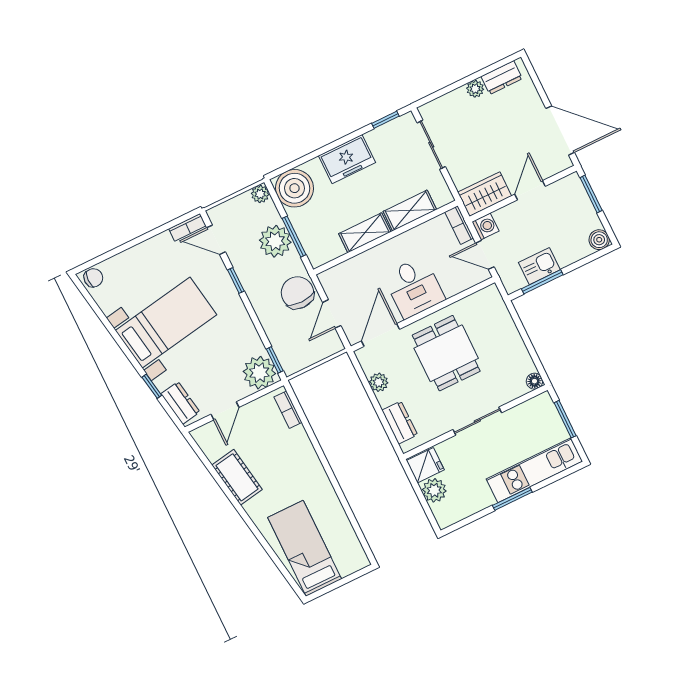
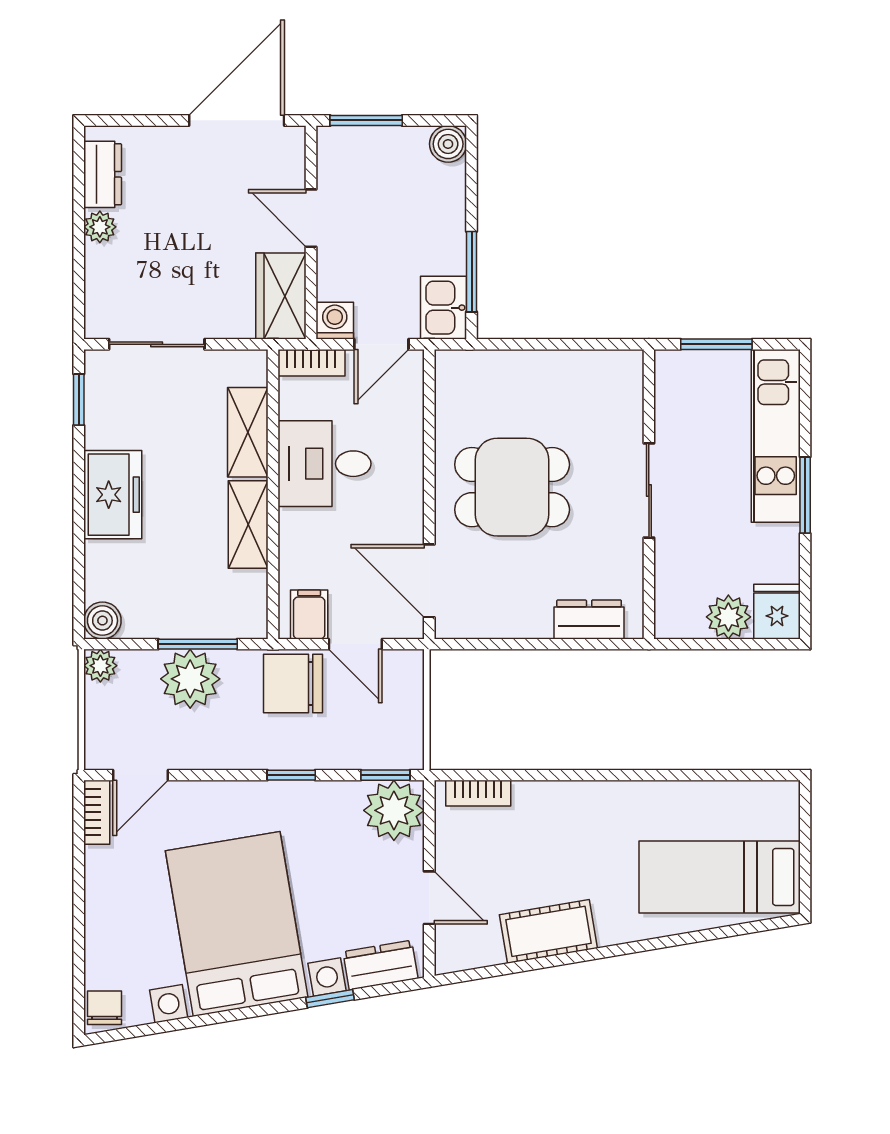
boiler: (294, 188) -> (102, 621), width x0.54, depth x0.54
kitchen sink: (539, 266) -> (444, 308), moved
window: (236, 280) -> (291, 775), moved
filing cabinet: (335, 284) -> (309, 615), added
desk: (414, 287) -> (325, 464), moved, turned 180
bed with nightstands: (166, 323) -> (237, 924), width x1.36
floor lamp: (534, 381) -> (629, 364), removed
plant: (379, 382) -> (506, 622), removed
fridge: (425, 465) -> (777, 612), moved

